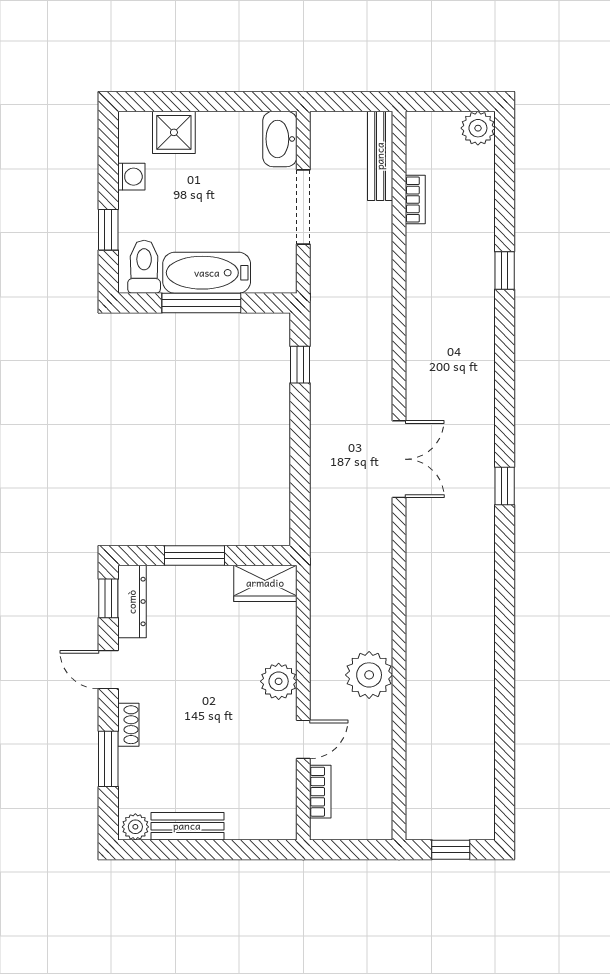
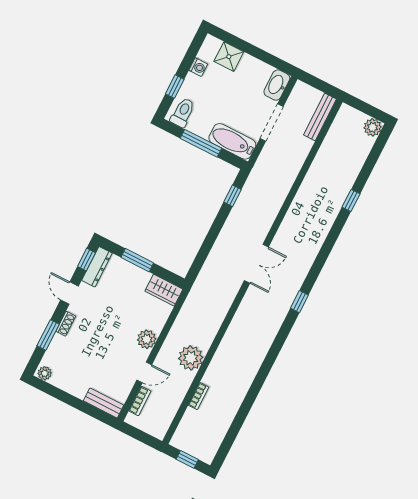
bookcase: (415, 200) -> (199, 396), moved
bathtub: (207, 273) -> (232, 141), moved
bench: (187, 826) -> (104, 403), moved

